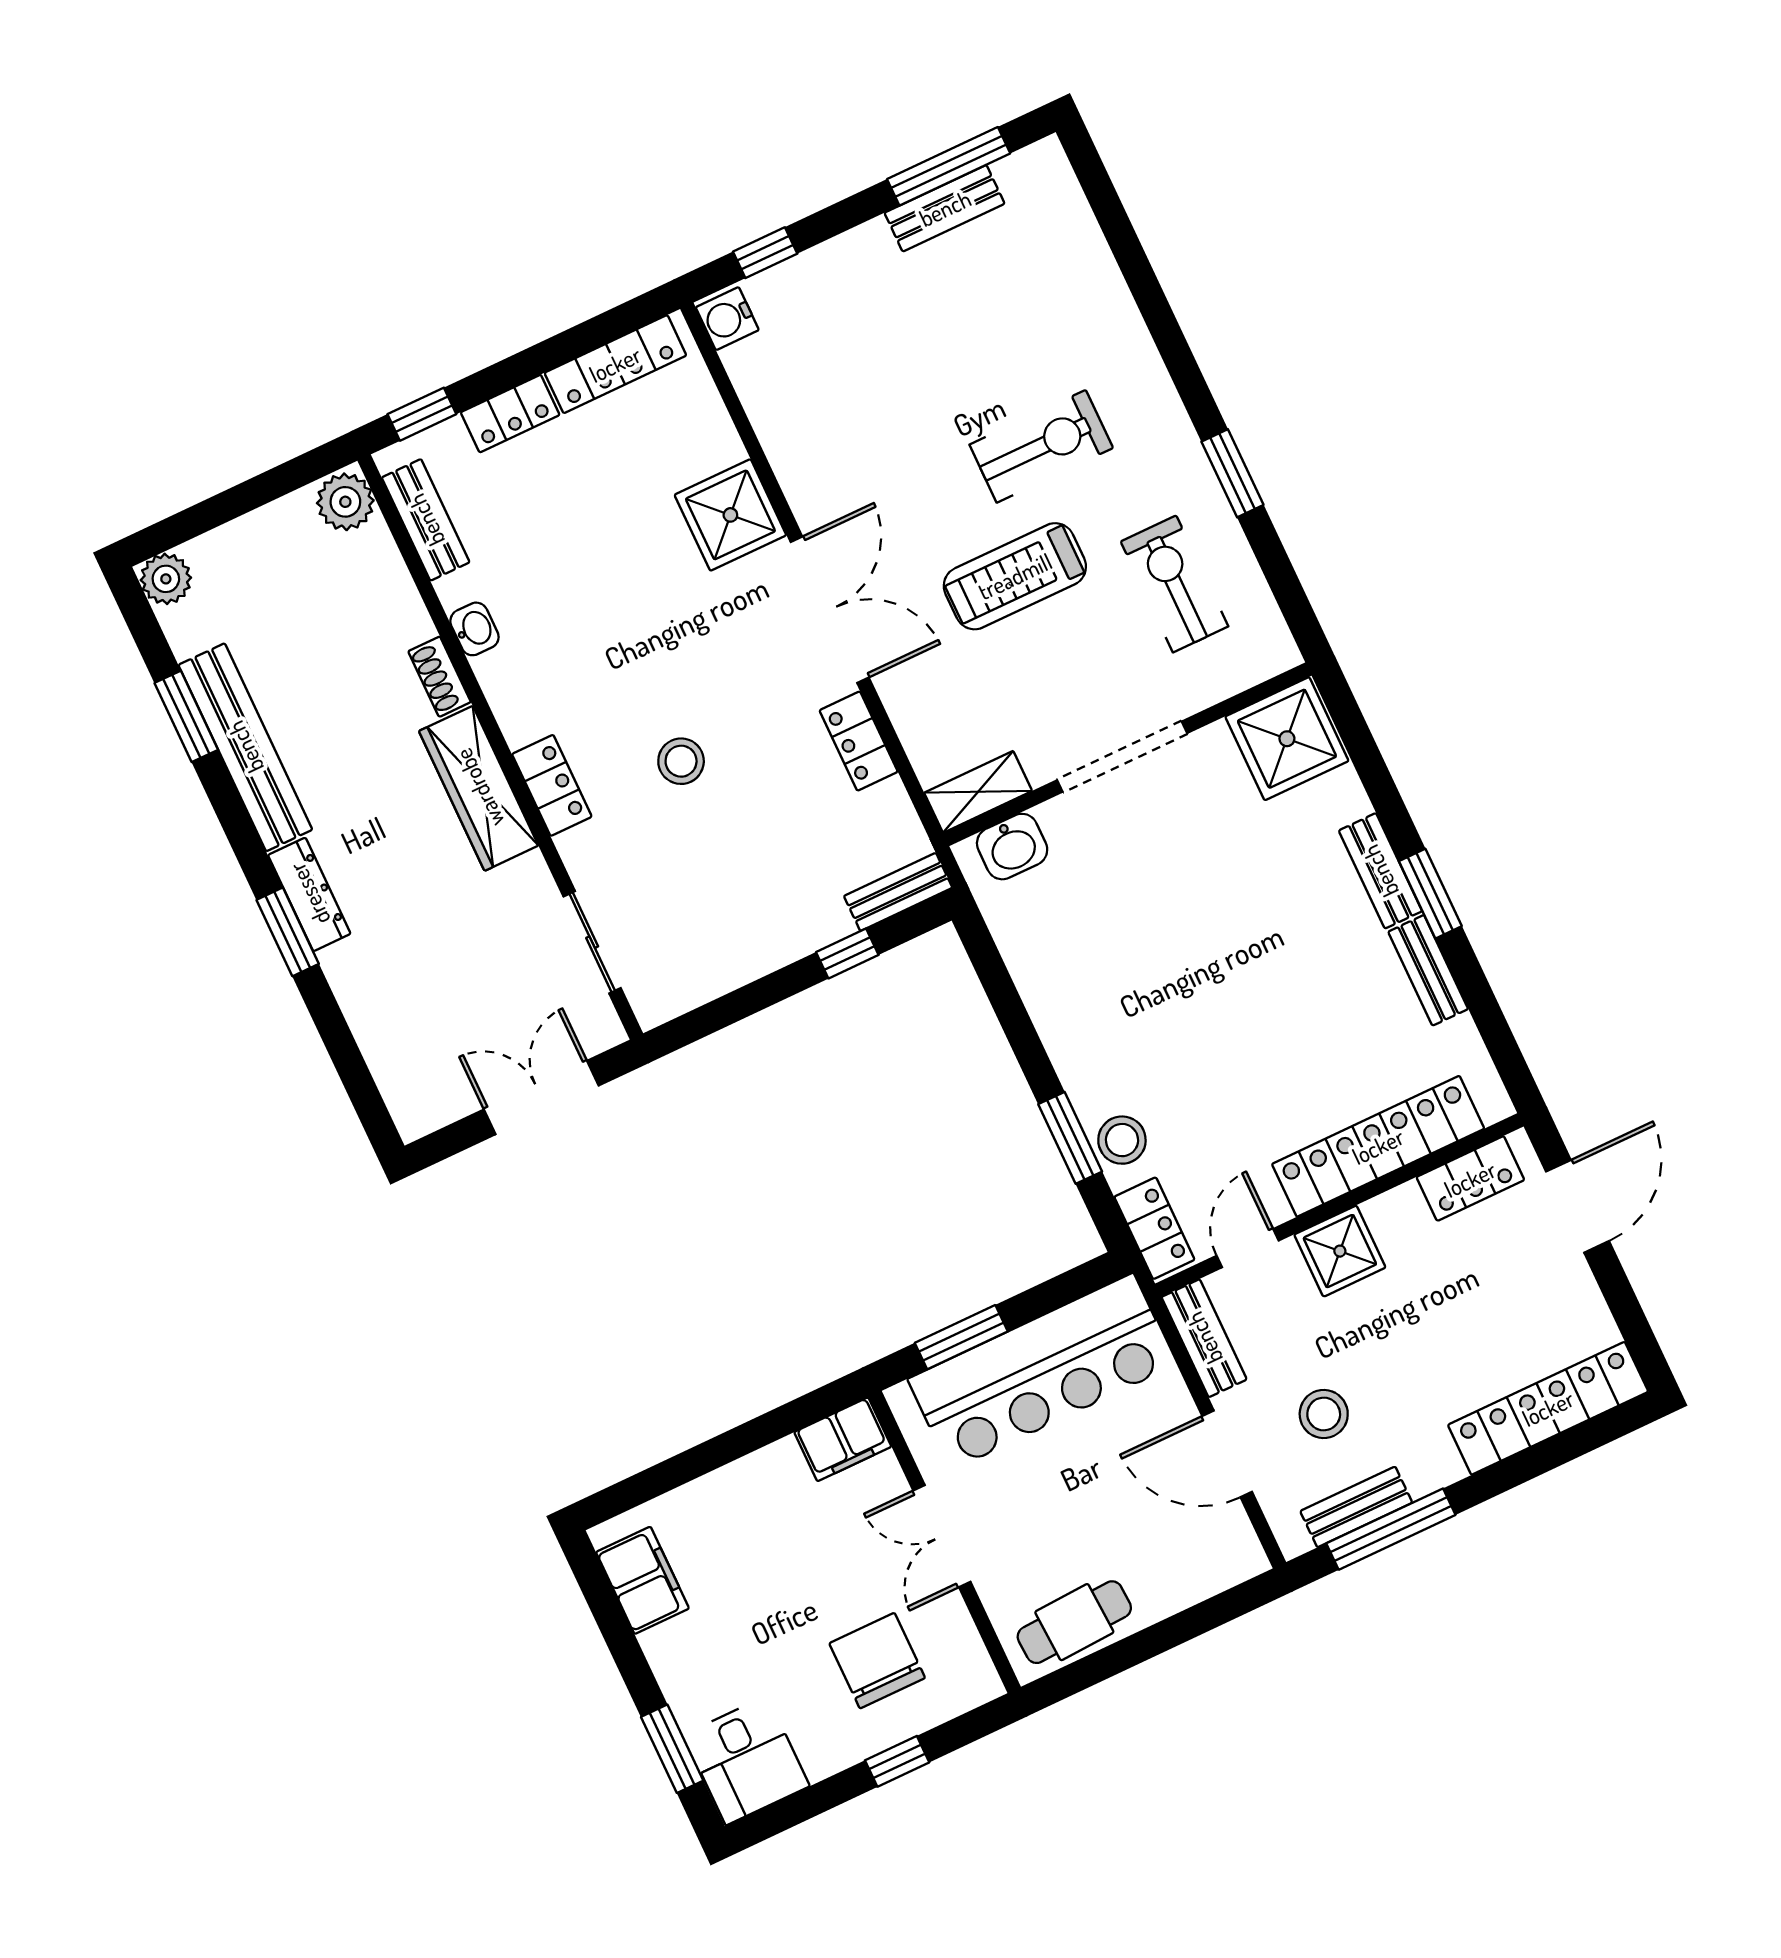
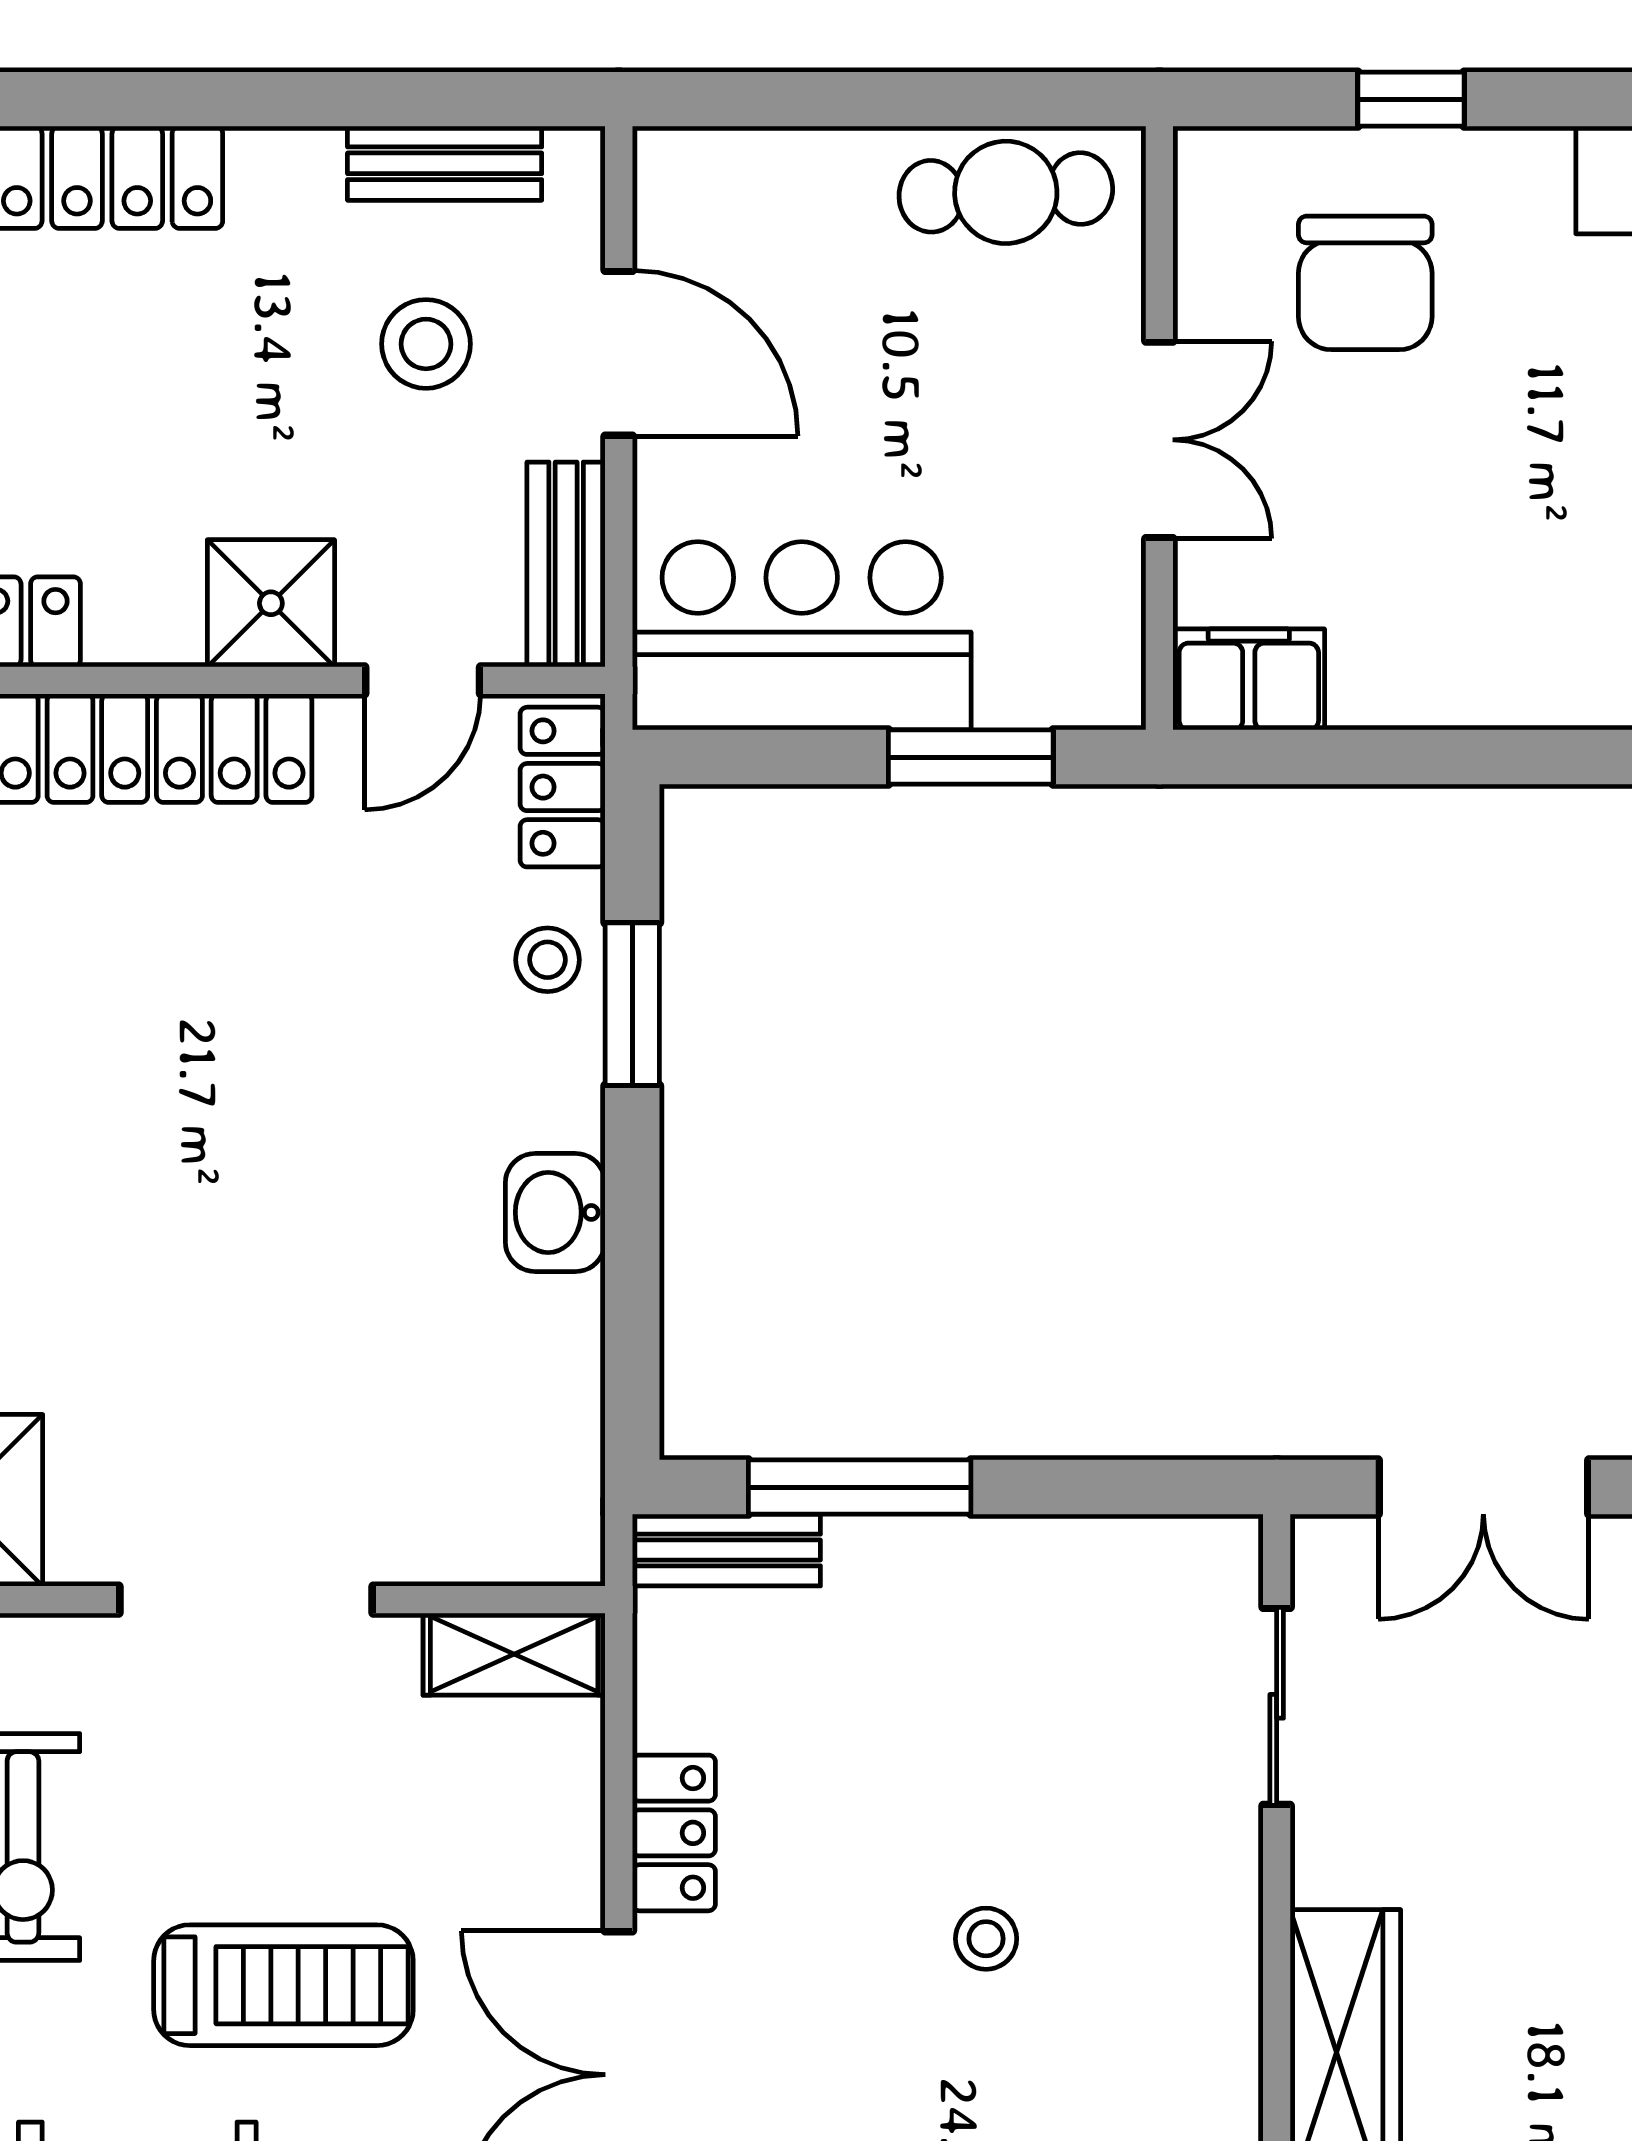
stool: (681, 761) -> (986, 1939), width x0.73, depth x0.73
locker: (552, 785) -> (1221, 2000), removed
washbasin: (1012, 847) -> (555, 1212), moved, turned -90
window: (847, 954) -> (860, 1487), width x2.17
stool: (1122, 1140) -> (548, 960), width x0.73, depth x0.73
bar counter: (1042, 1372) -> (802, 636), width x0.73
window: (1391, 1529) -> (404, 99), removed

